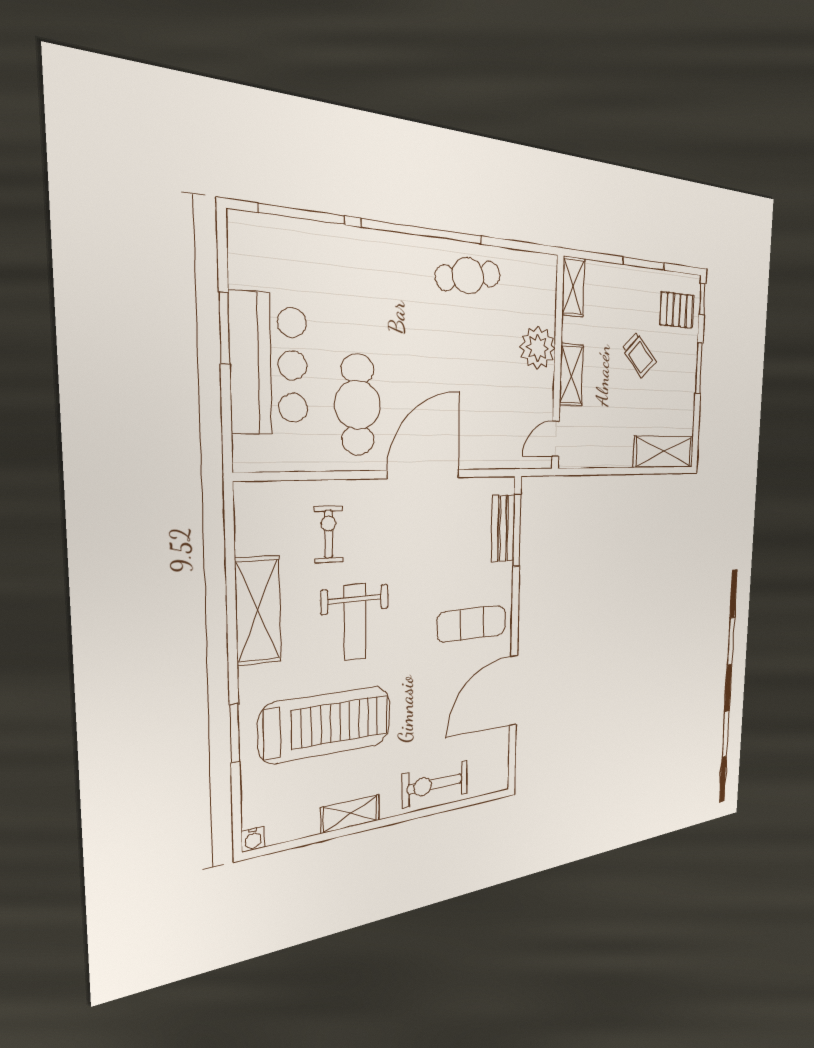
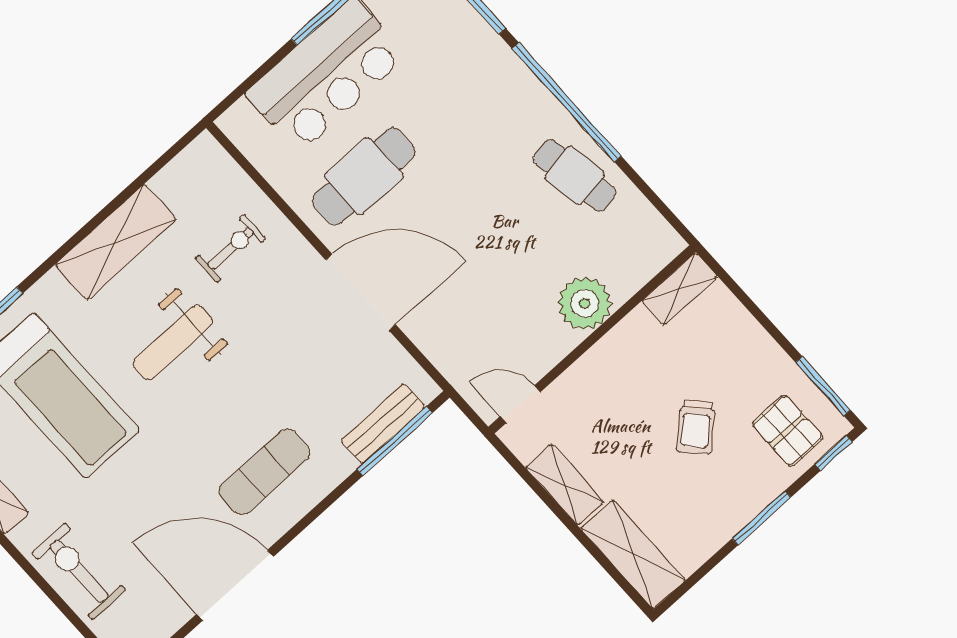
window: (644, 264) -> (823, 386), moved
shelving: (571, 375) -> (565, 485), moved, turned 90
exercise mat: (472, 624) -> (264, 472), turned 90

